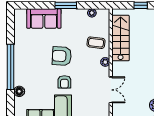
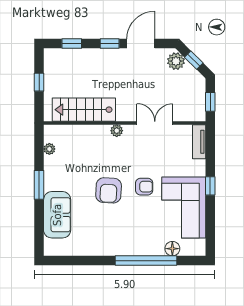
coffee table: (96, 43) -> (90, 143), removed
window: (11, 67) -> (146, 261), moved
floor lamp: (19, 91) -> (172, 249), moved

